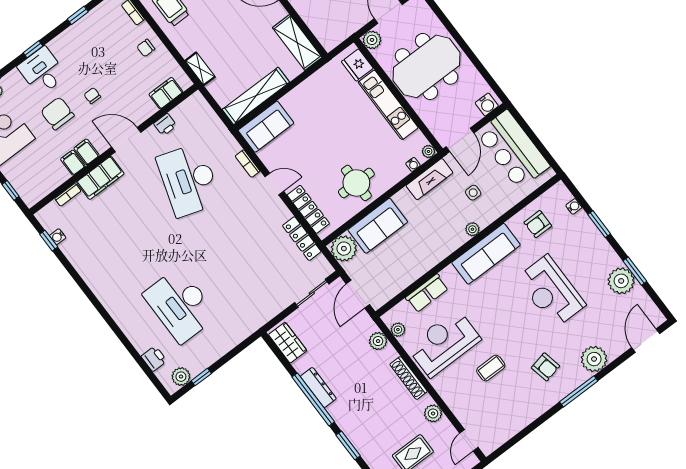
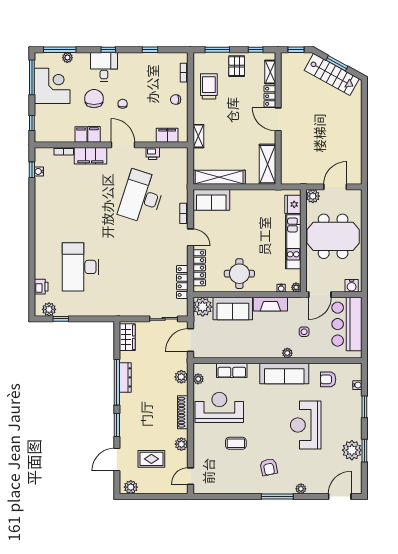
fireplace: (429, 179) -> (270, 304), moved
plant: (594, 359) -> (301, 489), width x0.53, depth x0.53

